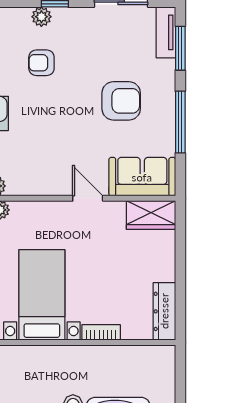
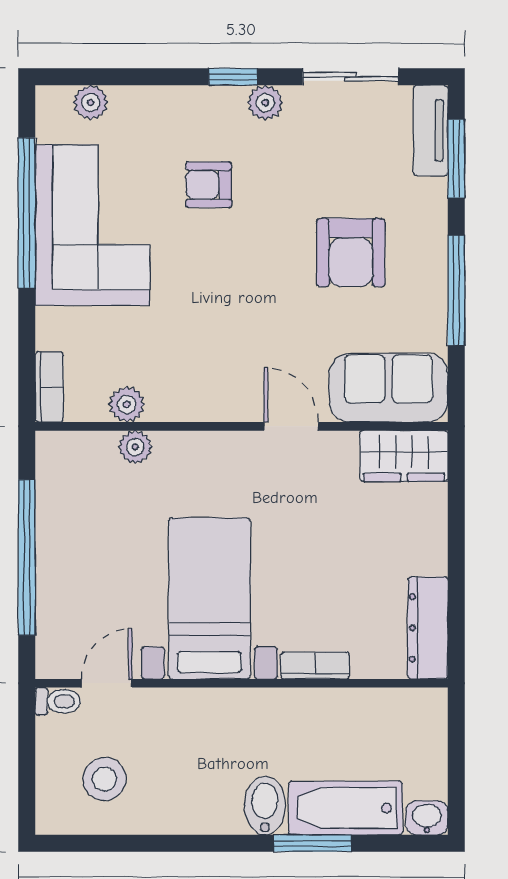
plant: (41, 17) -> (265, 103), moved
armchair: (121, 101) -> (351, 253), turned 90

